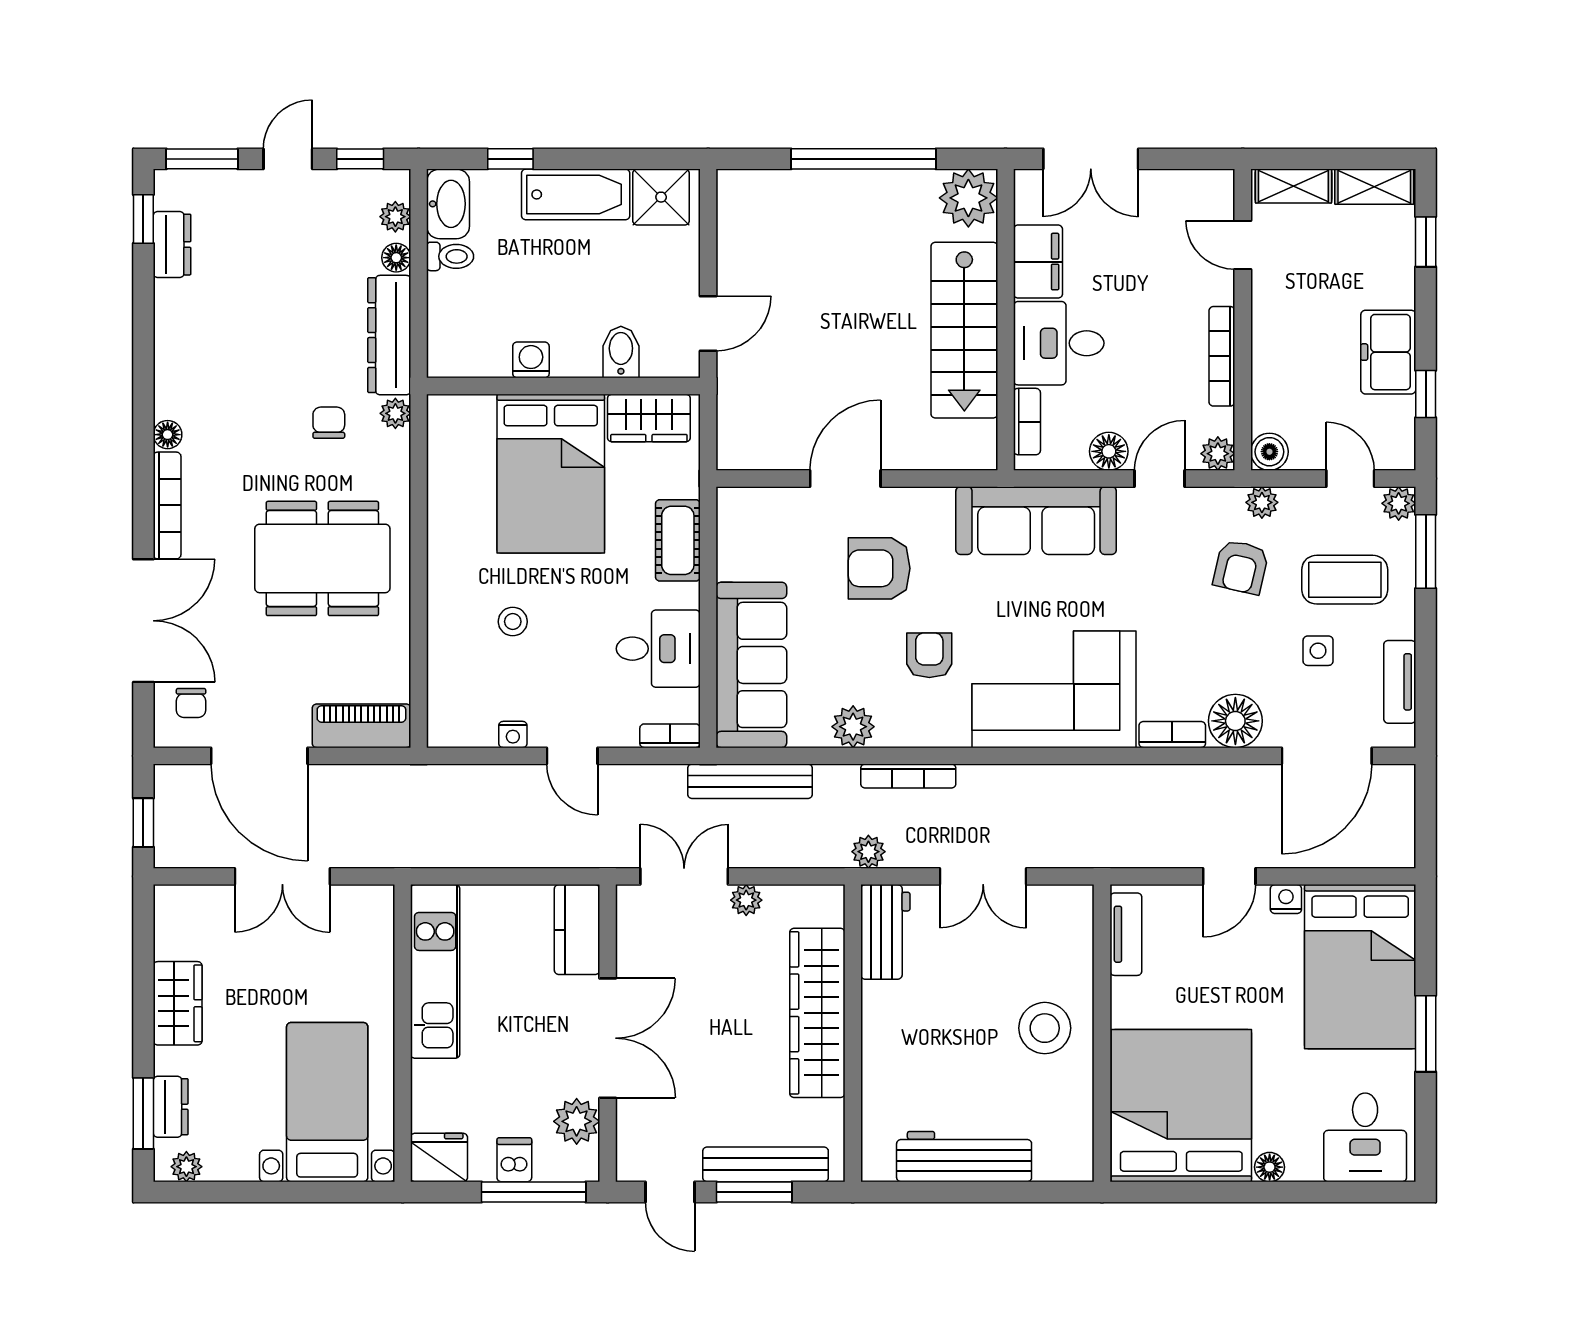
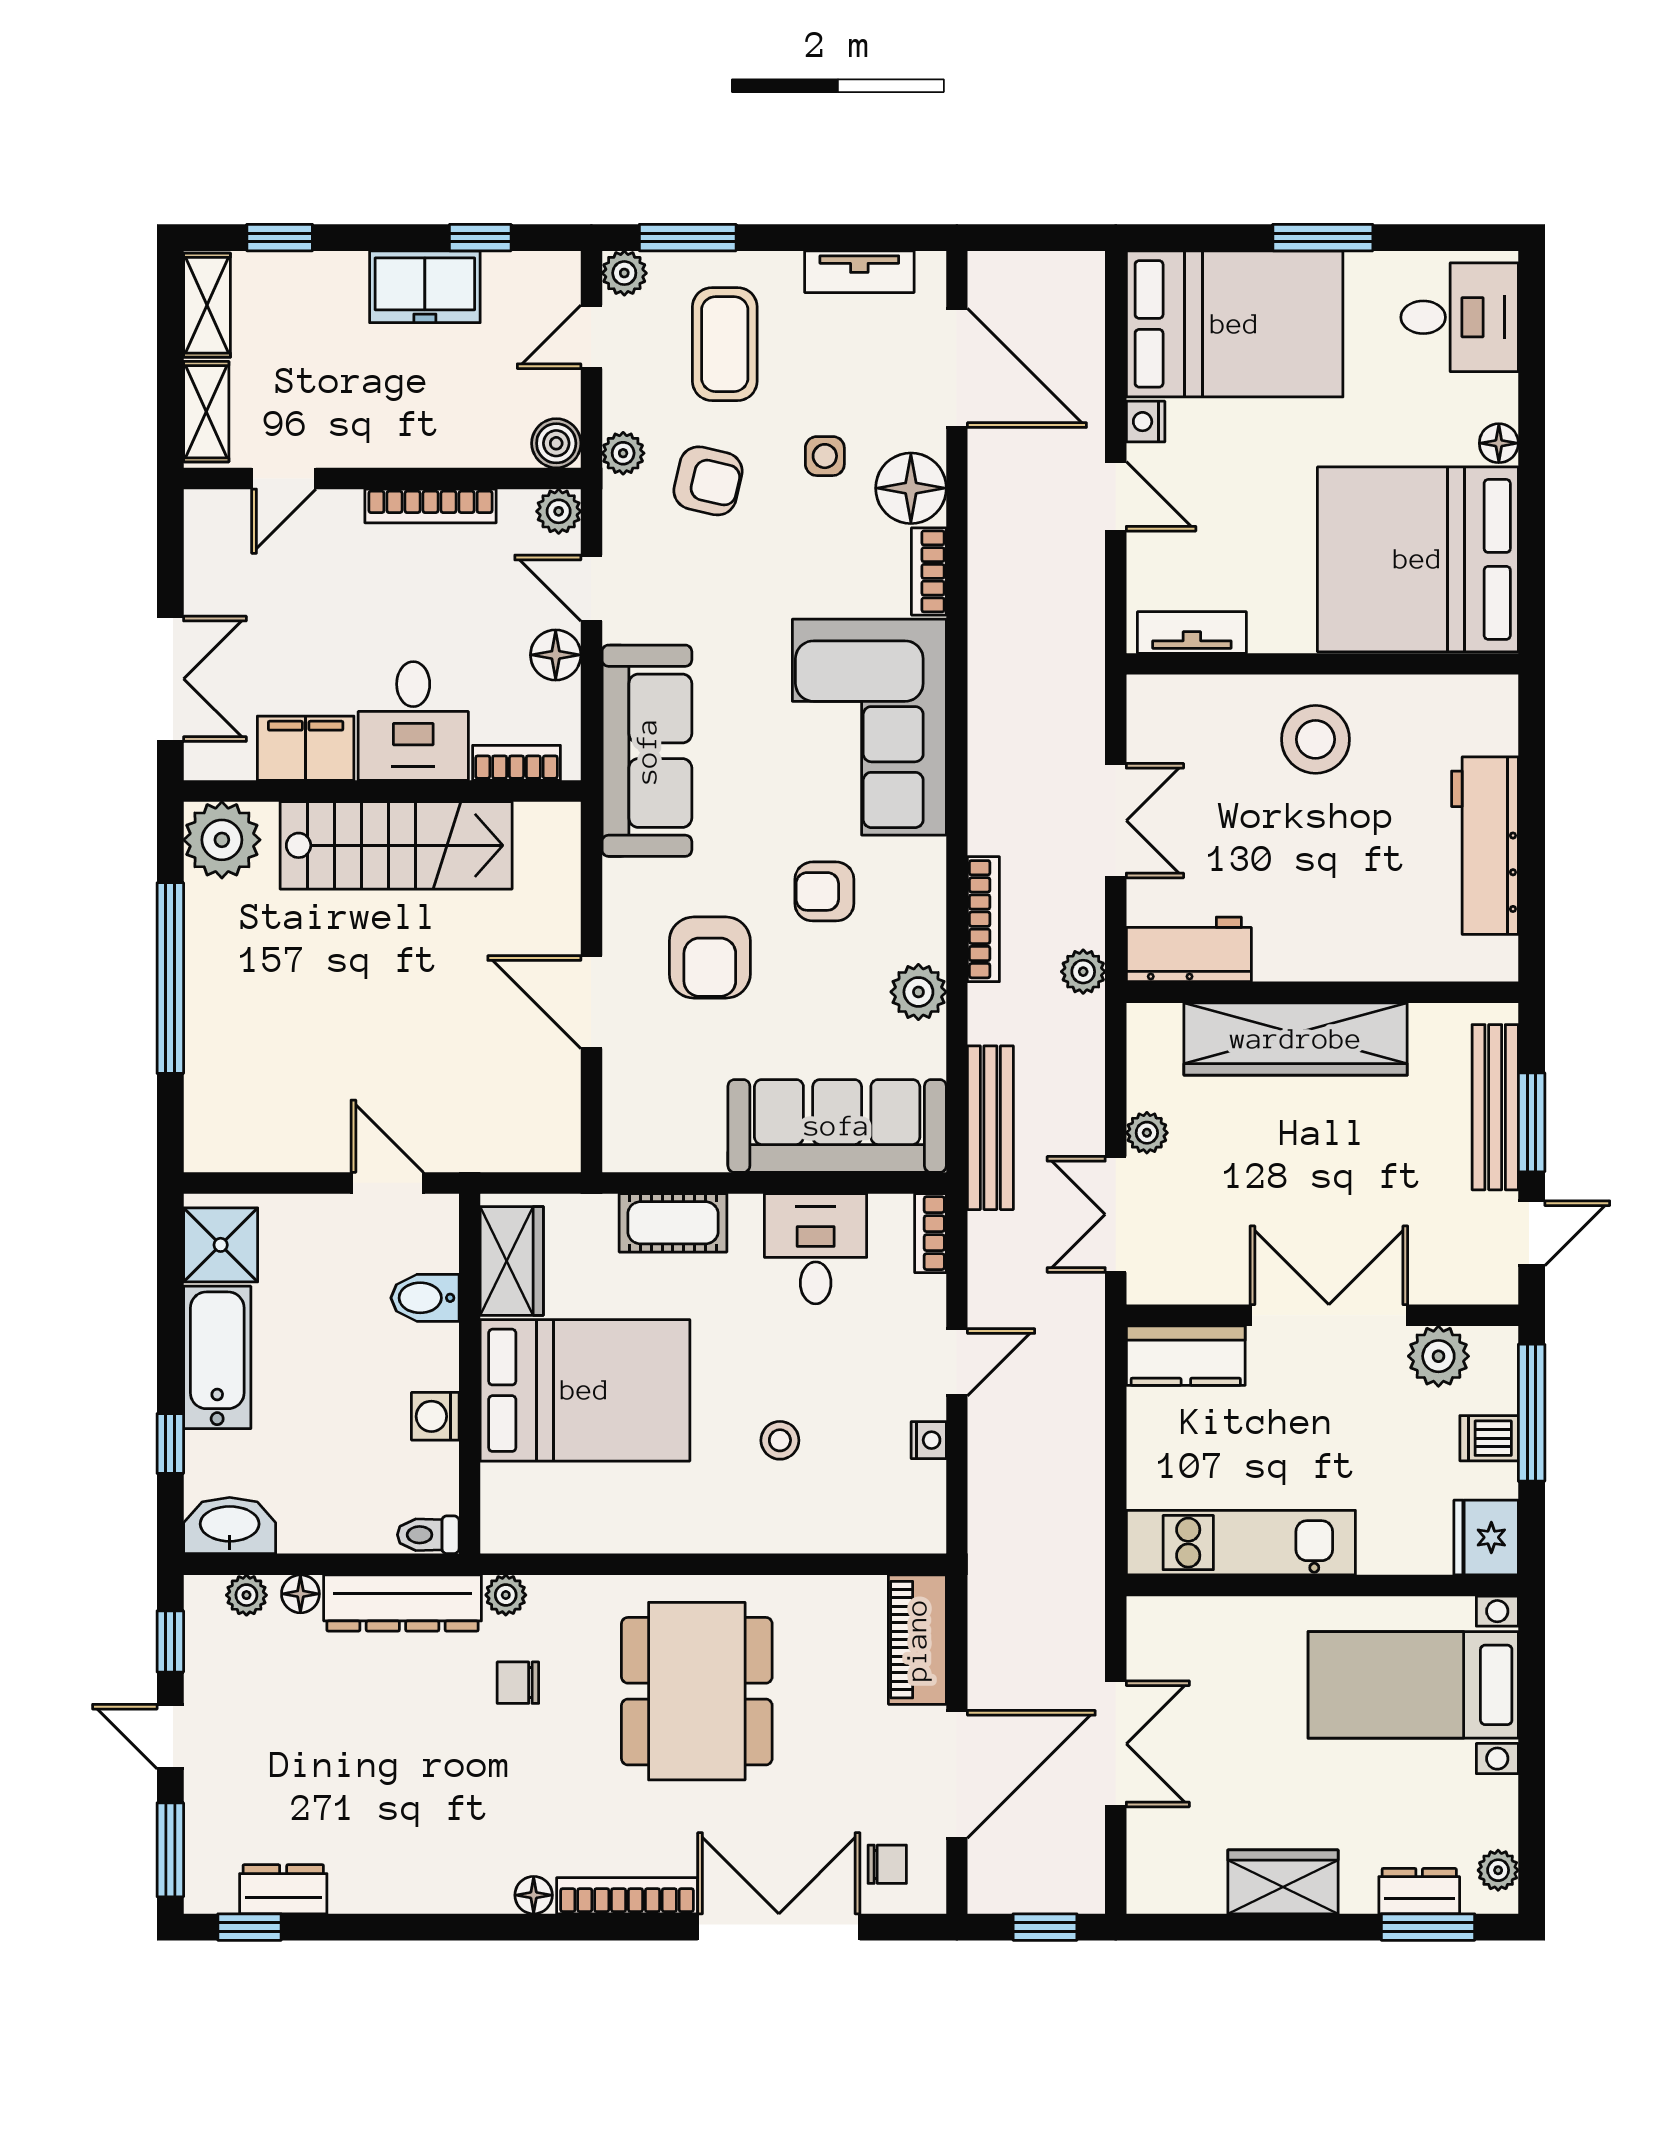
toilet: (450, 256) -> (428, 1535), moved, turned -90
side table: (1318, 651) -> (825, 456), moved

